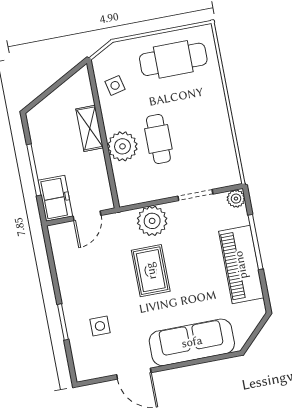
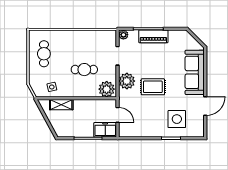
cafe table: (173, 59) -> (44, 54), width x0.73, depth x0.74
shelving: (90, 128) -> (61, 105), moved
plant: (122, 146) -> (107, 89), moved
piano: (241, 265) -> (153, 36), width x0.73, depth x0.75
side table: (100, 326) -> (177, 119), width x1.87, depth x1.87

